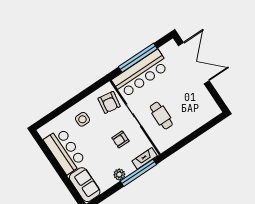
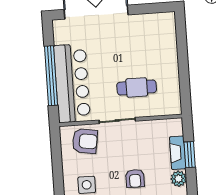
armchair: (120, 139) -> (135, 178), moved
fireplace: (145, 158) -> (178, 153), moved
window: (138, 173) -> (190, 155), width x0.47

